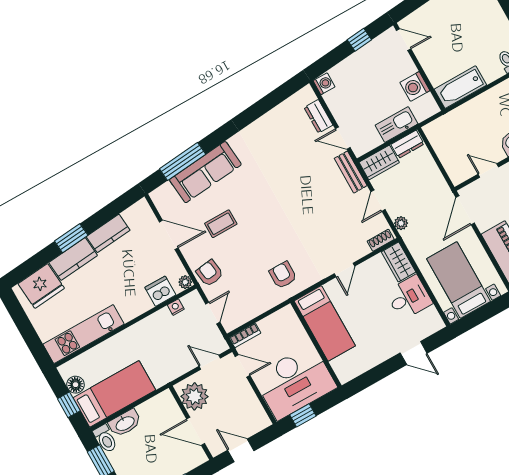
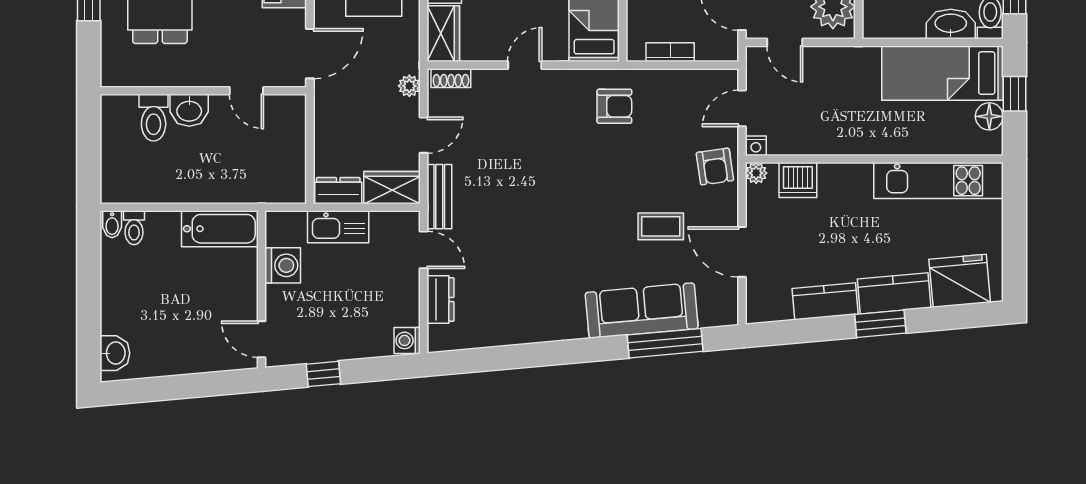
armchair: (283, 275) -> (614, 106), turned -90
nightstand: (176, 307) -> (756, 146), moved
bookcase: (245, 335) -> (670, 52), moved

